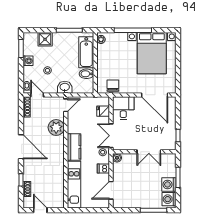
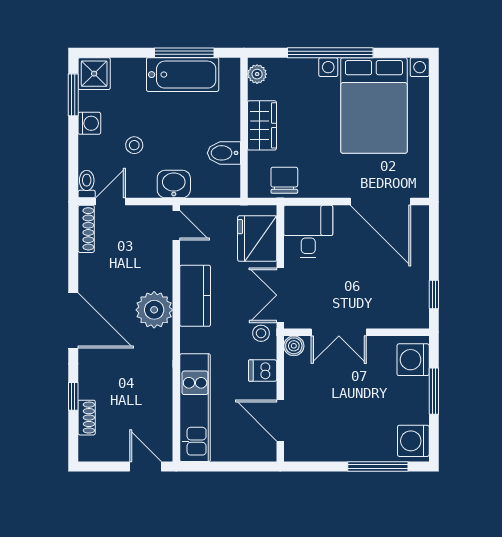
shower: (45, 39) -> (94, 74), moved
bathtub: (86, 52) -> (183, 75), moved, turned -90
wardrobe: (103, 62) -> (262, 125), added
door: (37, 95) -> (110, 202), hinge flipped
door: (66, 105) -> (176, 225), hinge flipped
fridge: (103, 111) -> (257, 239), width x1.88, depth x1.34
plant: (56, 127) -> (154, 310), moved
kitchen counter: (74, 147) -> (195, 296), moved
double door: (149, 152) -> (339, 332), moved
washing machine: (169, 184) -> (413, 360), moved
door: (111, 190) -> (280, 420), hinge flipped
door: (40, 210) -> (146, 467), moved

